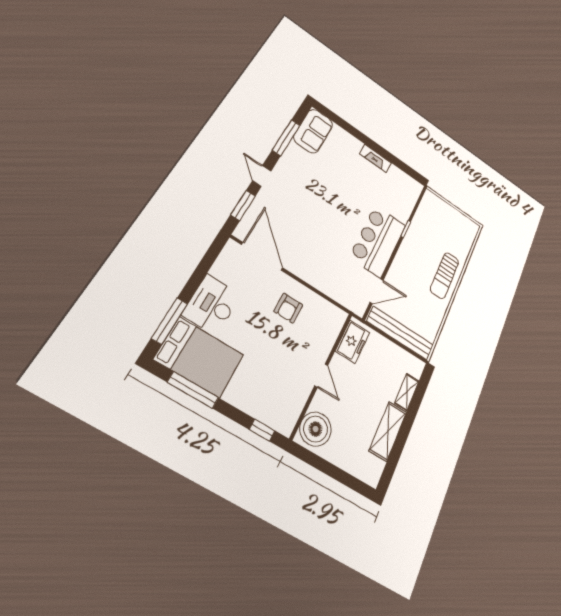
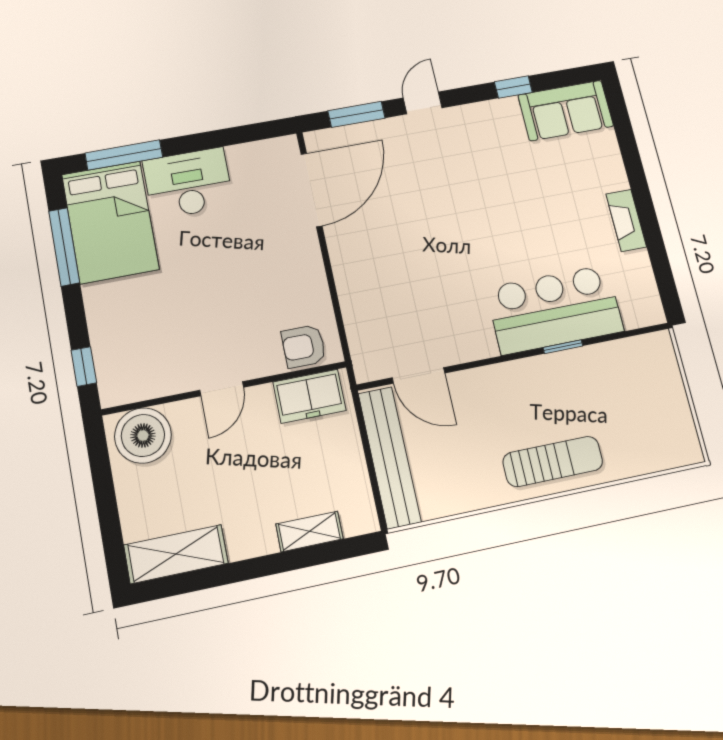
window: (286, 138) -> (513, 87), width x0.46
bar counter: (378, 241) -> (555, 310), moved
sun lounger: (445, 275) -> (553, 461), turned 180
armchair: (288, 308) -> (304, 346), moved
shelving: (388, 431) -> (176, 554), moved

